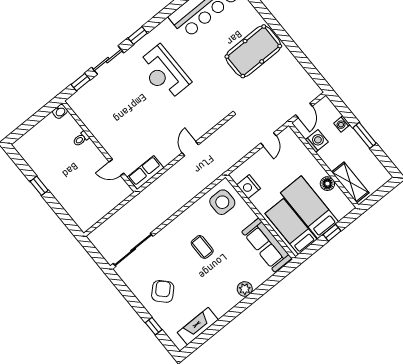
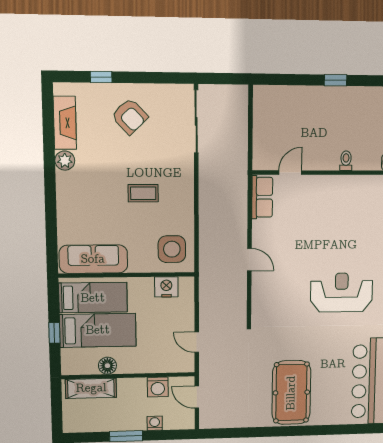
plant: (245, 289) -> (65, 161), moved

